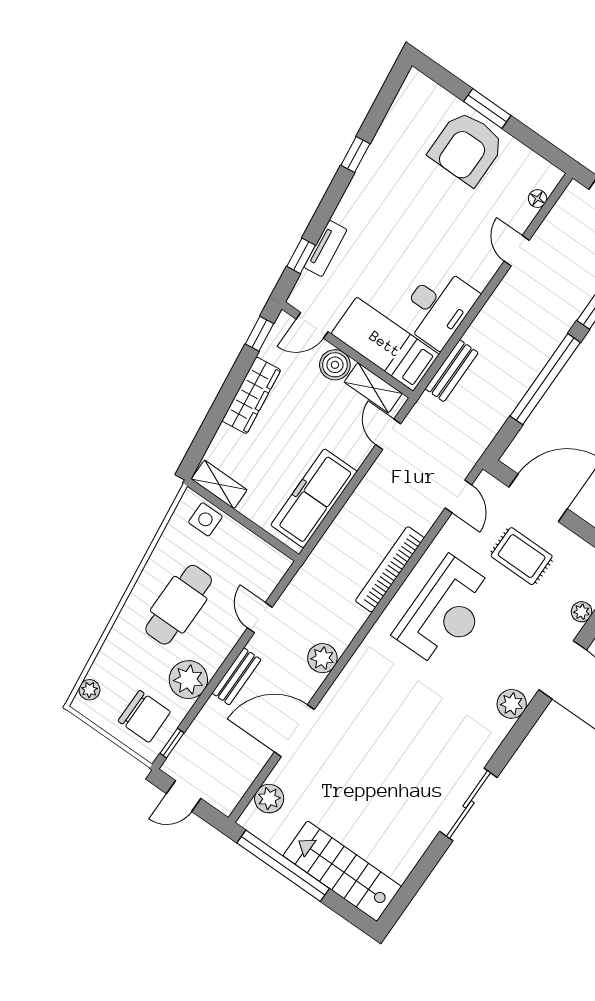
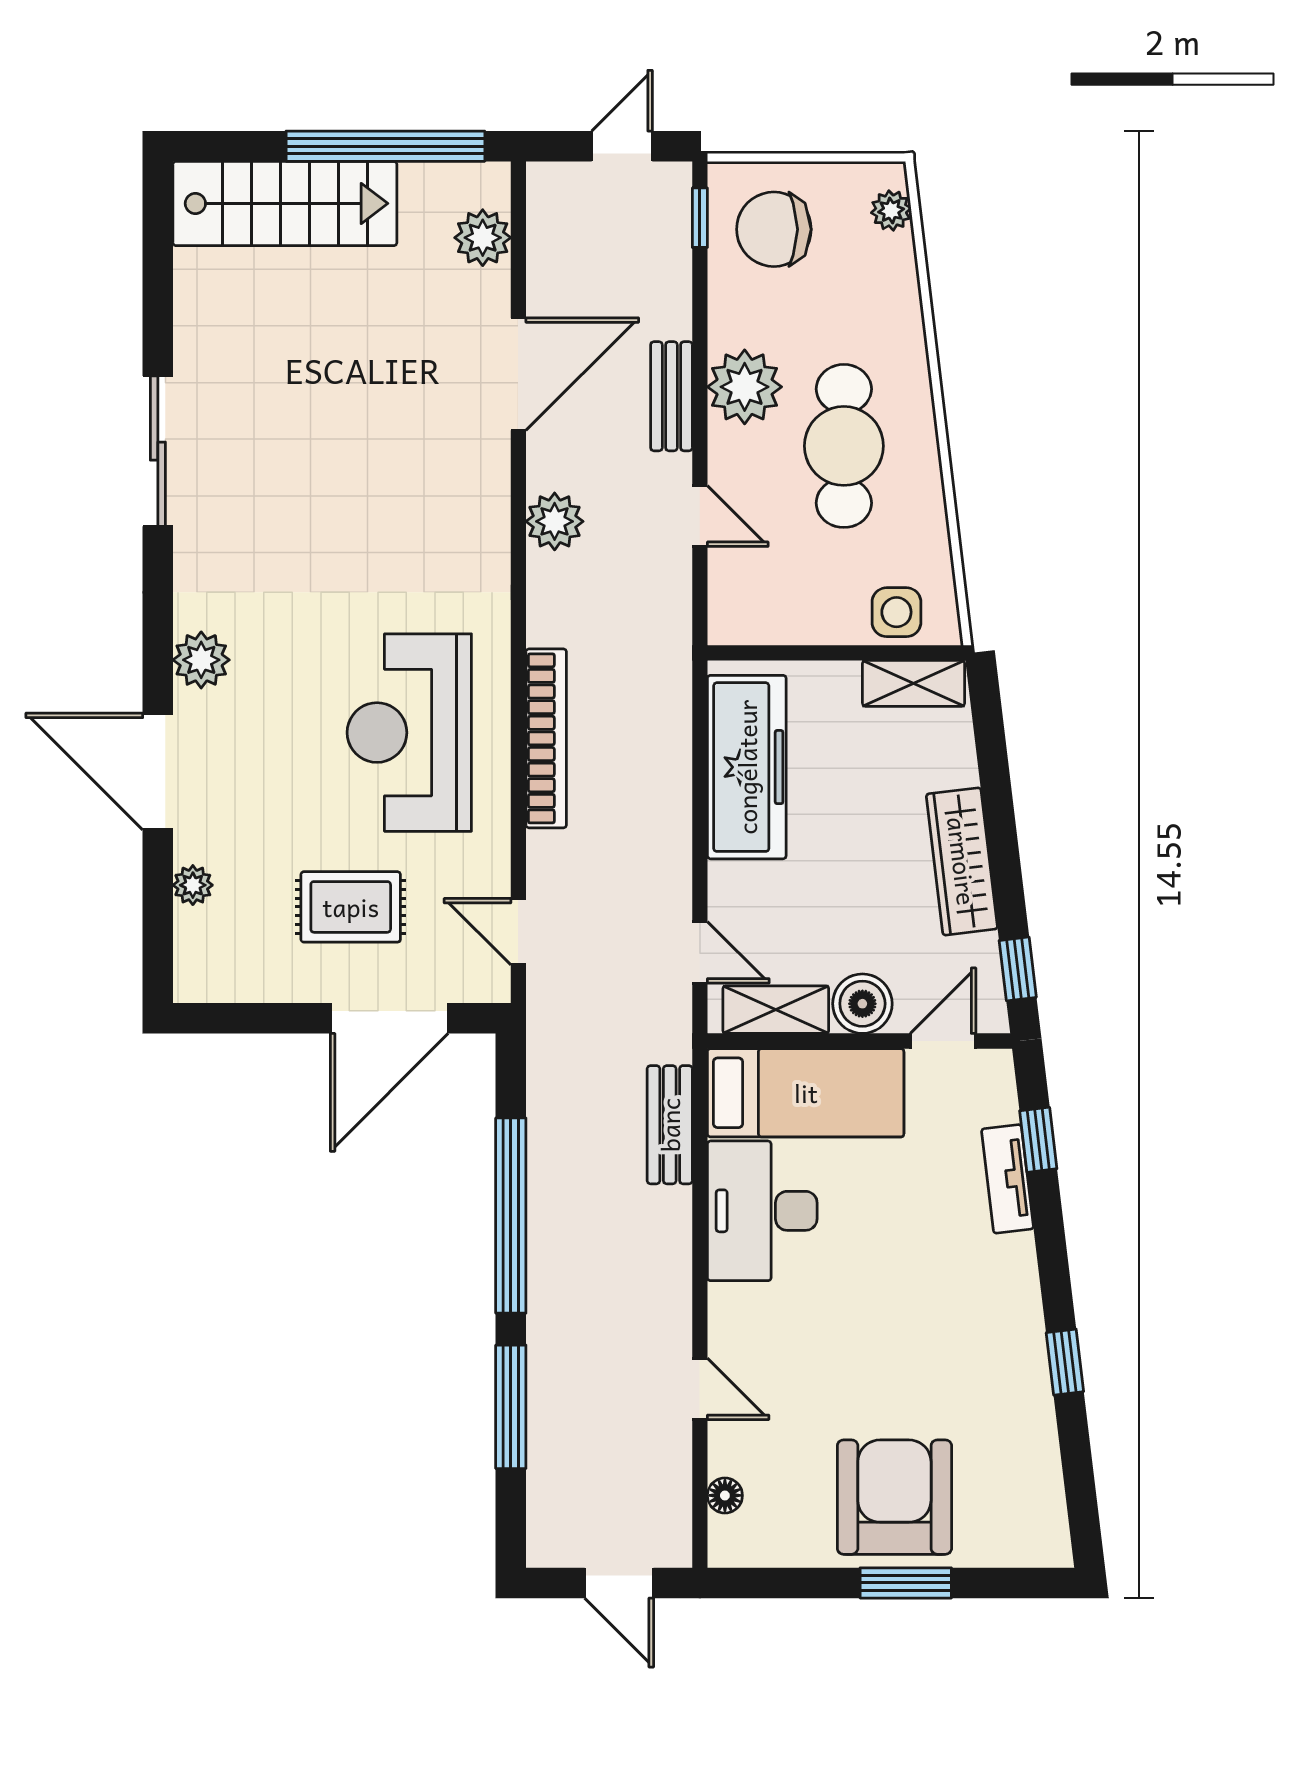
plant: (188, 680) -> (745, 387), moved

